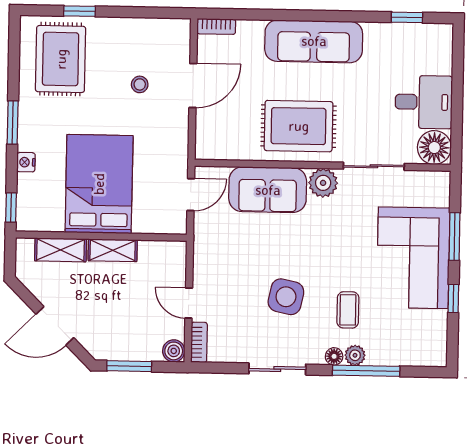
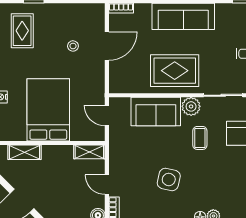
rug: (61, 59) -> (22, 31), width x0.73, depth x0.70
door: (191, 195) -> (107, 116), swing flipped
shelving: (113, 250) -> (89, 152), moved
coffee table: (348, 310) -> (200, 138), moved

